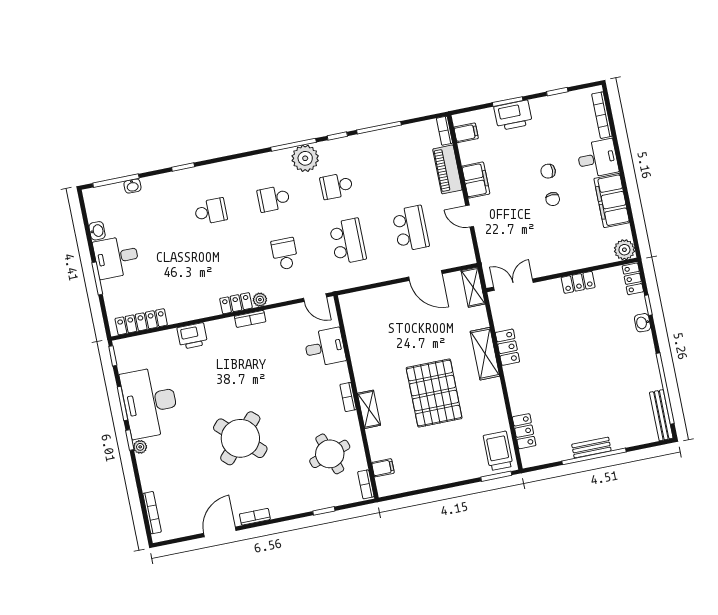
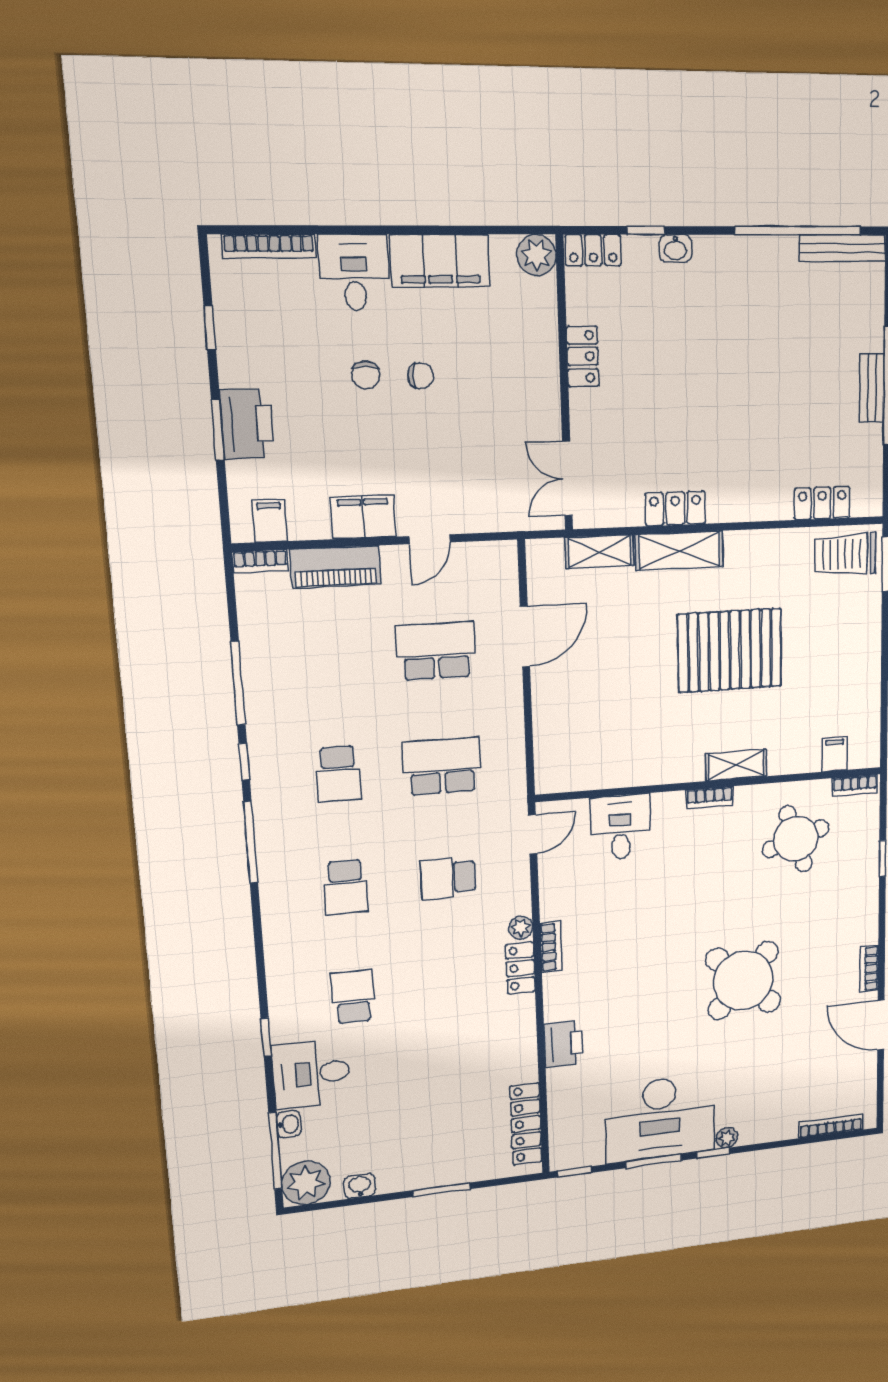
plant: (305, 158) -> (306, 1183), moved
desk: (116, 257) -> (311, 1074), moved, turned 90
shelving: (473, 287) -> (600, 552), moved

